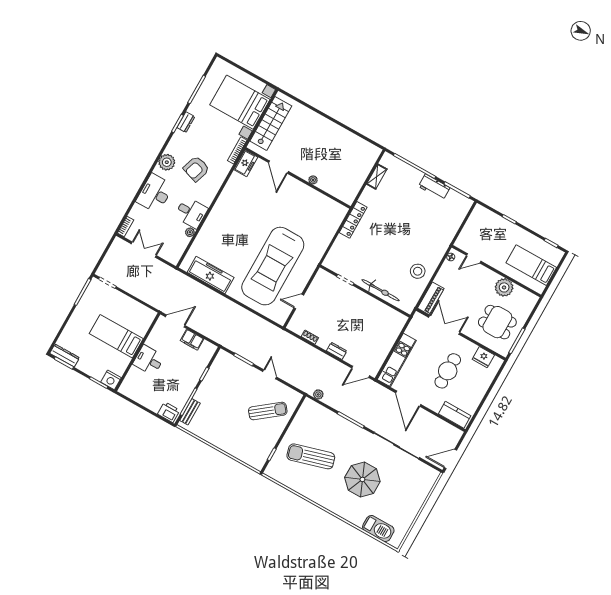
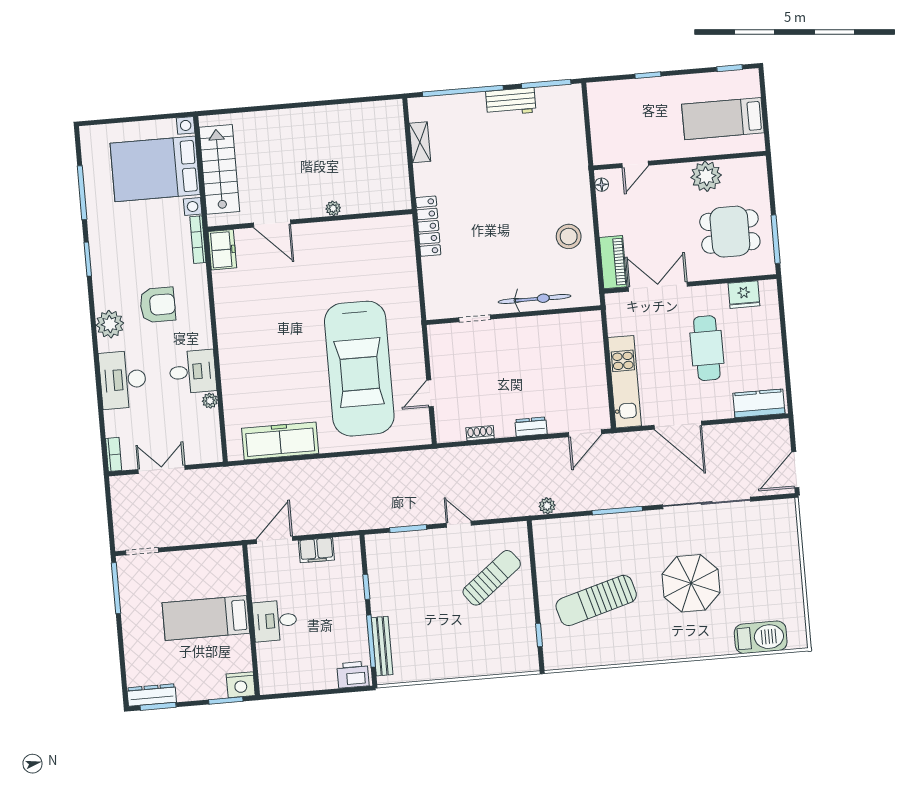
dresser: (186, 122) -> (98, 249), removed
armchair: (196, 169) -> (158, 305), turned -108
bench: (190, 412) -> (382, 646), width x1.36

